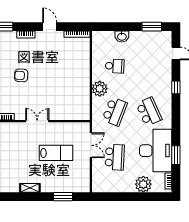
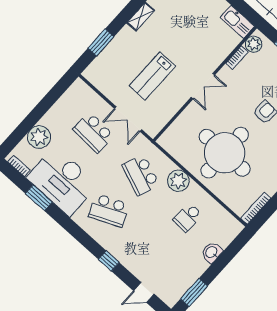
round table: (62, 77) -> (225, 153), added

